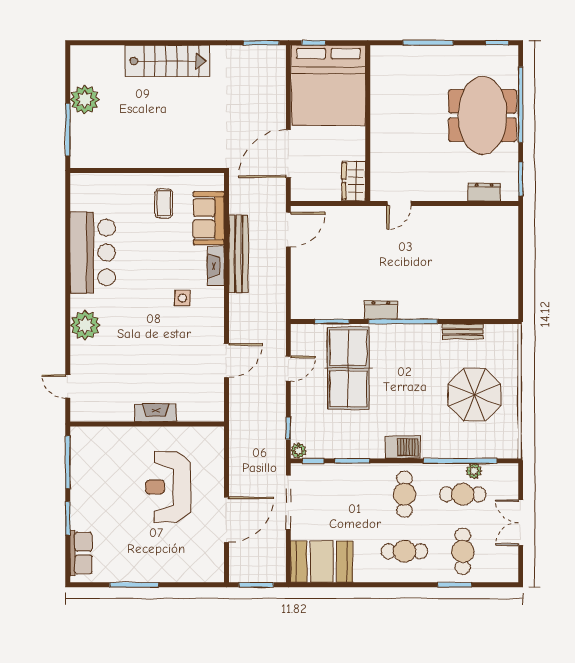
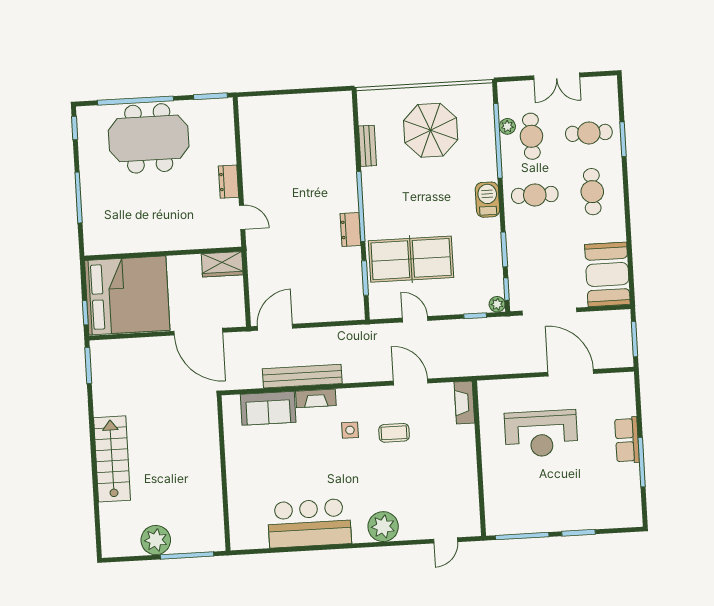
dresser: (484, 192) -> (229, 182), moved
coffee table: (164, 203) -> (394, 433), moved
door: (288, 230) -> (275, 327), hinge flipped
fireplace: (156, 413) -> (464, 403), moved
row of seats: (81, 553) -> (627, 440), moved, turned -90

